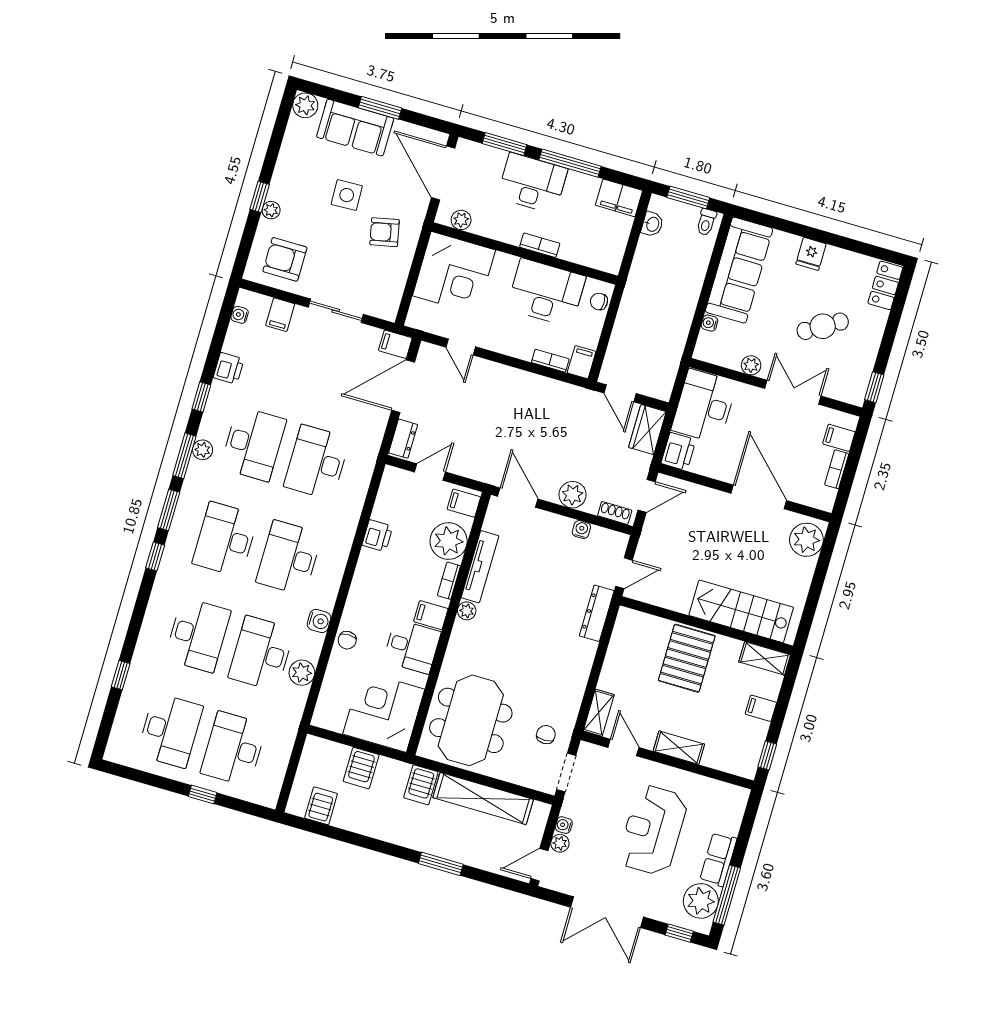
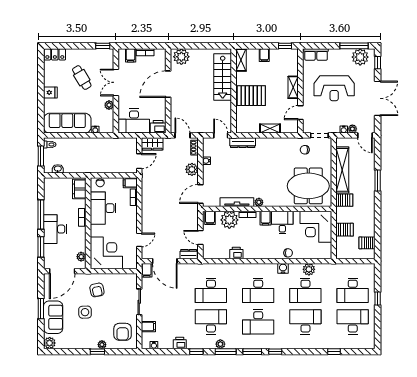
filing cabinet: (619, 198) -> (79, 189), moved, turned 180
shelving: (599, 713) -> (270, 129), moved
row of seats: (718, 859) -> (316, 55), moved

